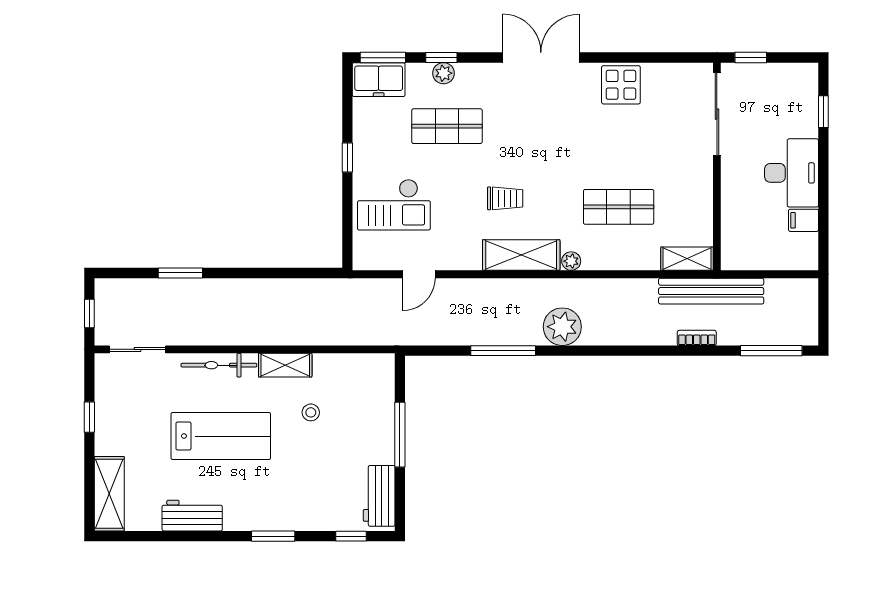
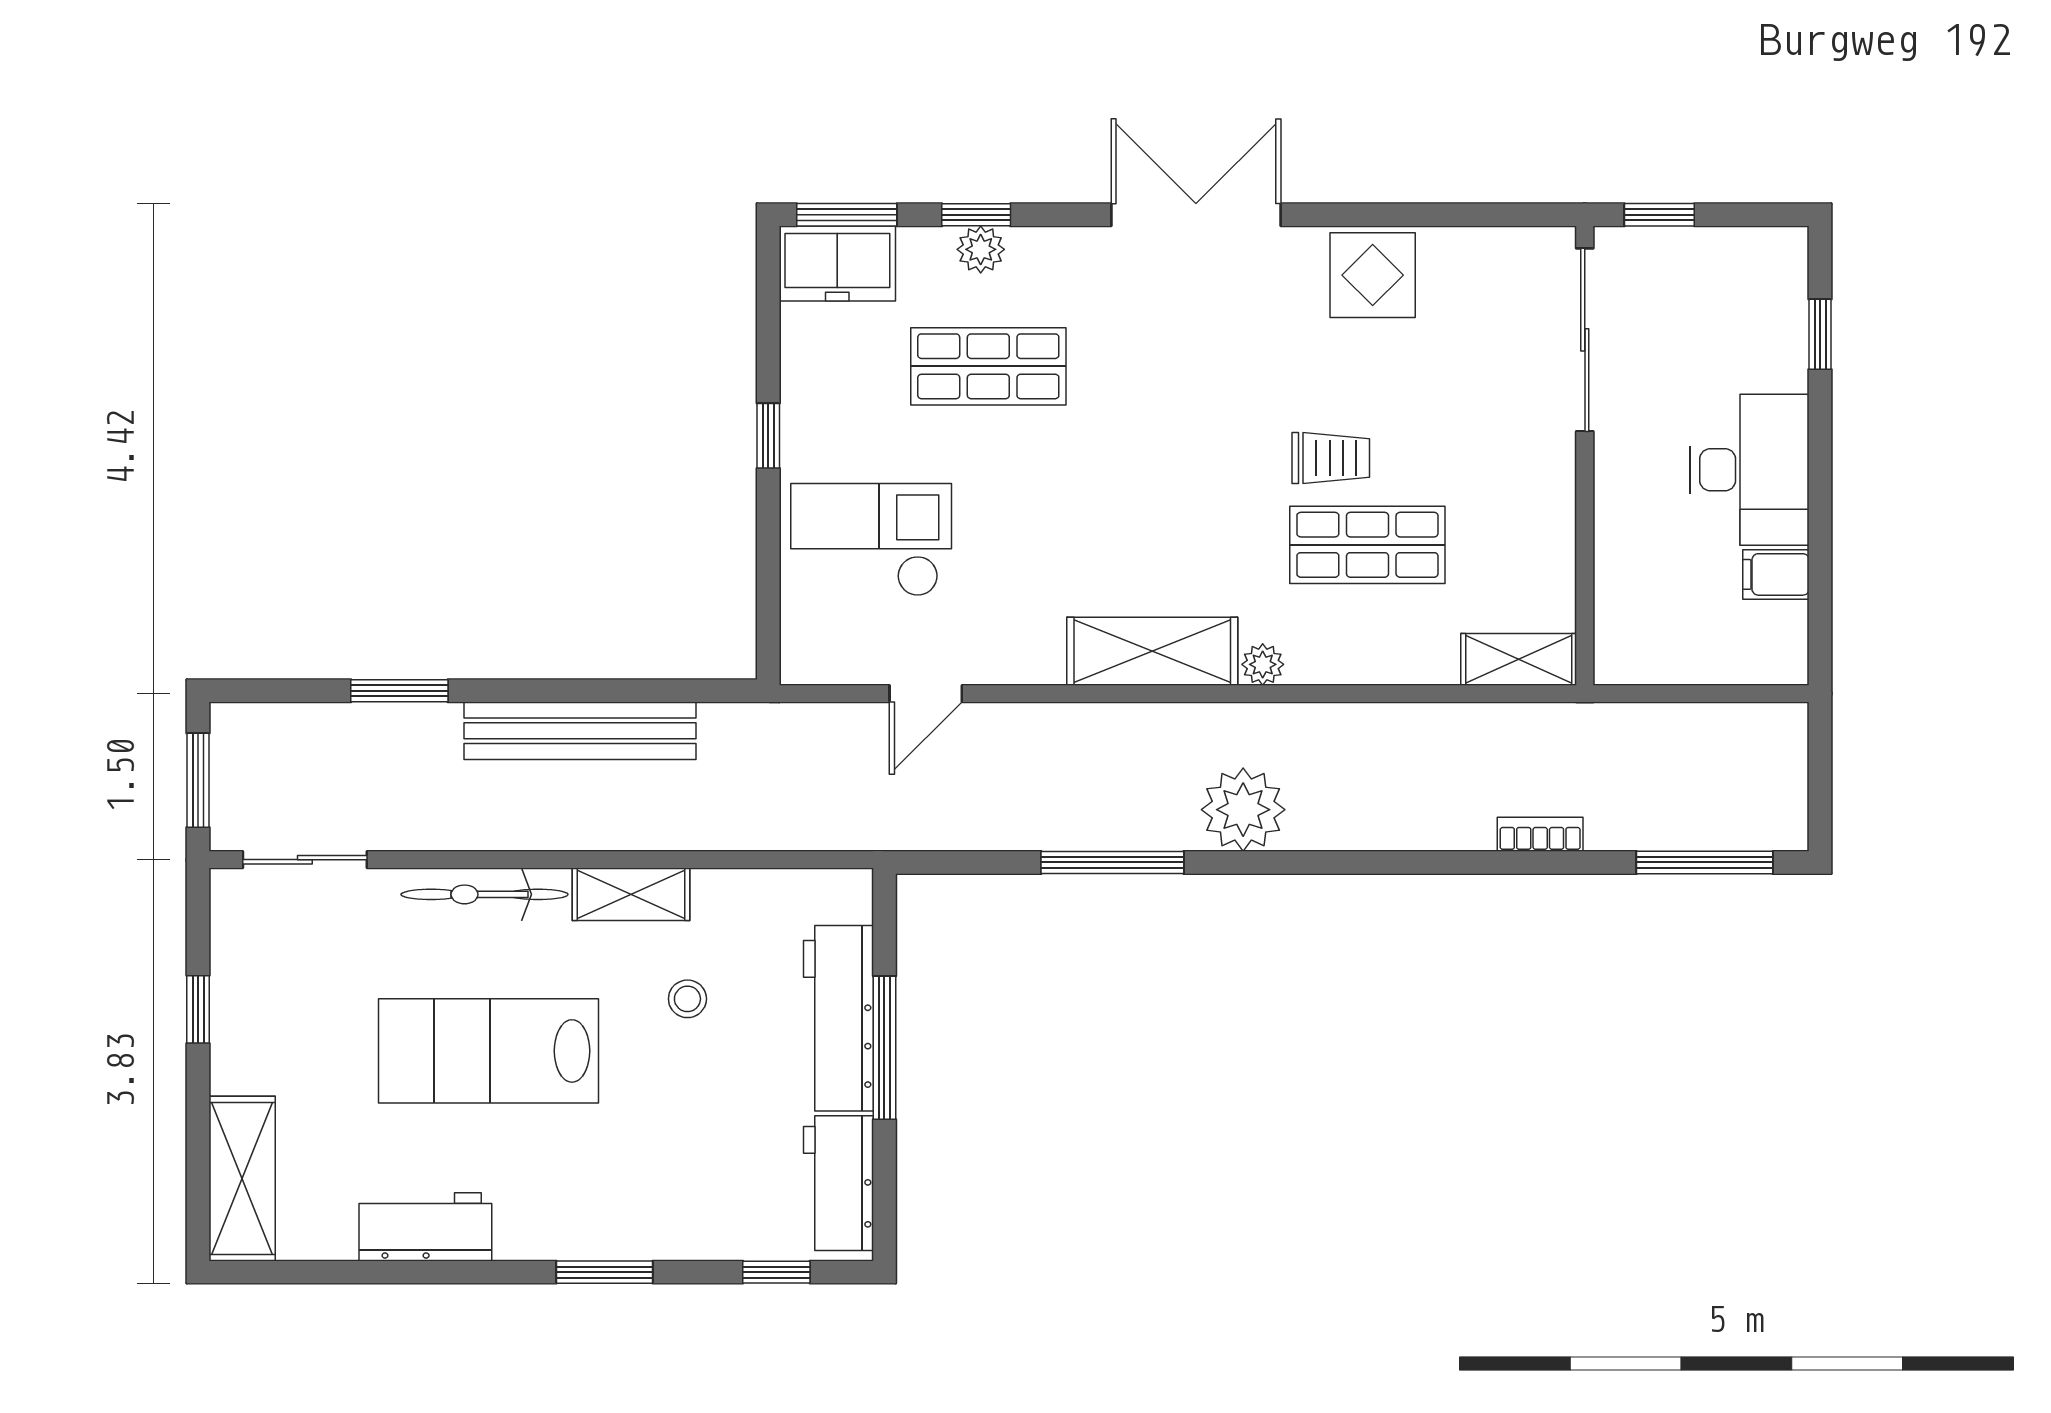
trolley: (505, 198) -> (1331, 458), moved
checkout: (394, 205) -> (871, 540), turned 180
bench: (711, 291) -> (580, 731), moved
window: (89, 313) -> (198, 780), width x1.50
workbench: (379, 421) -> (839, 1018), added
lab bench: (221, 436) -> (489, 1051), turned 180

